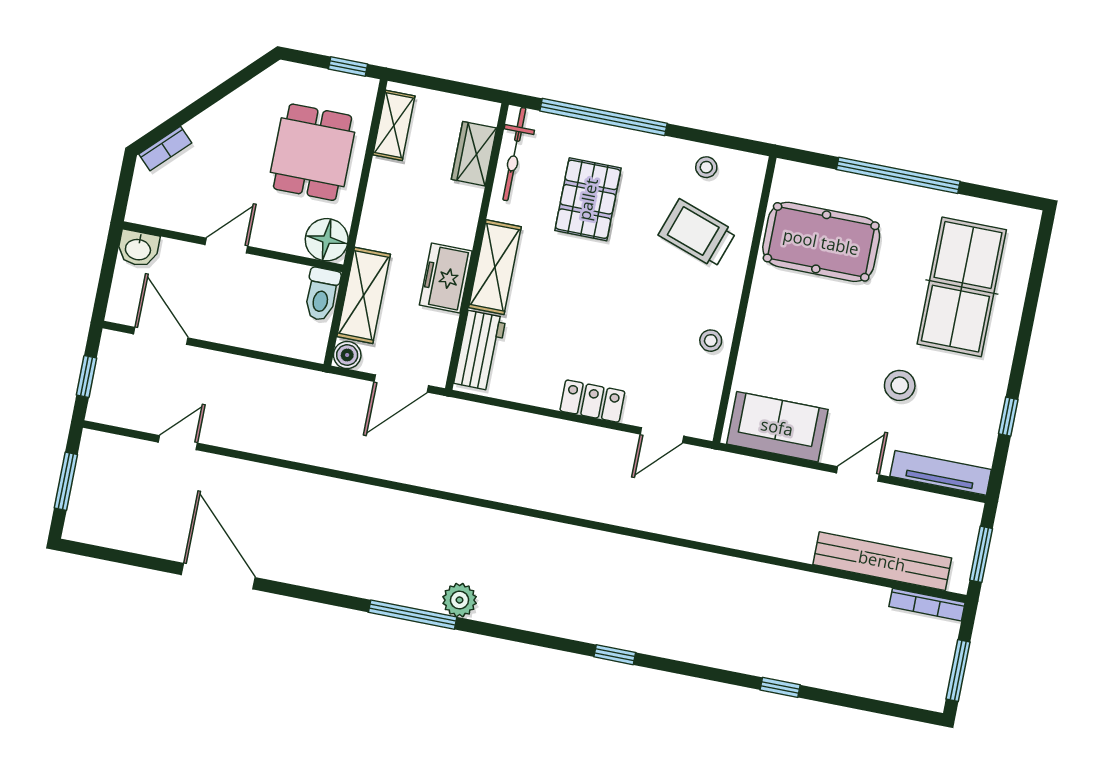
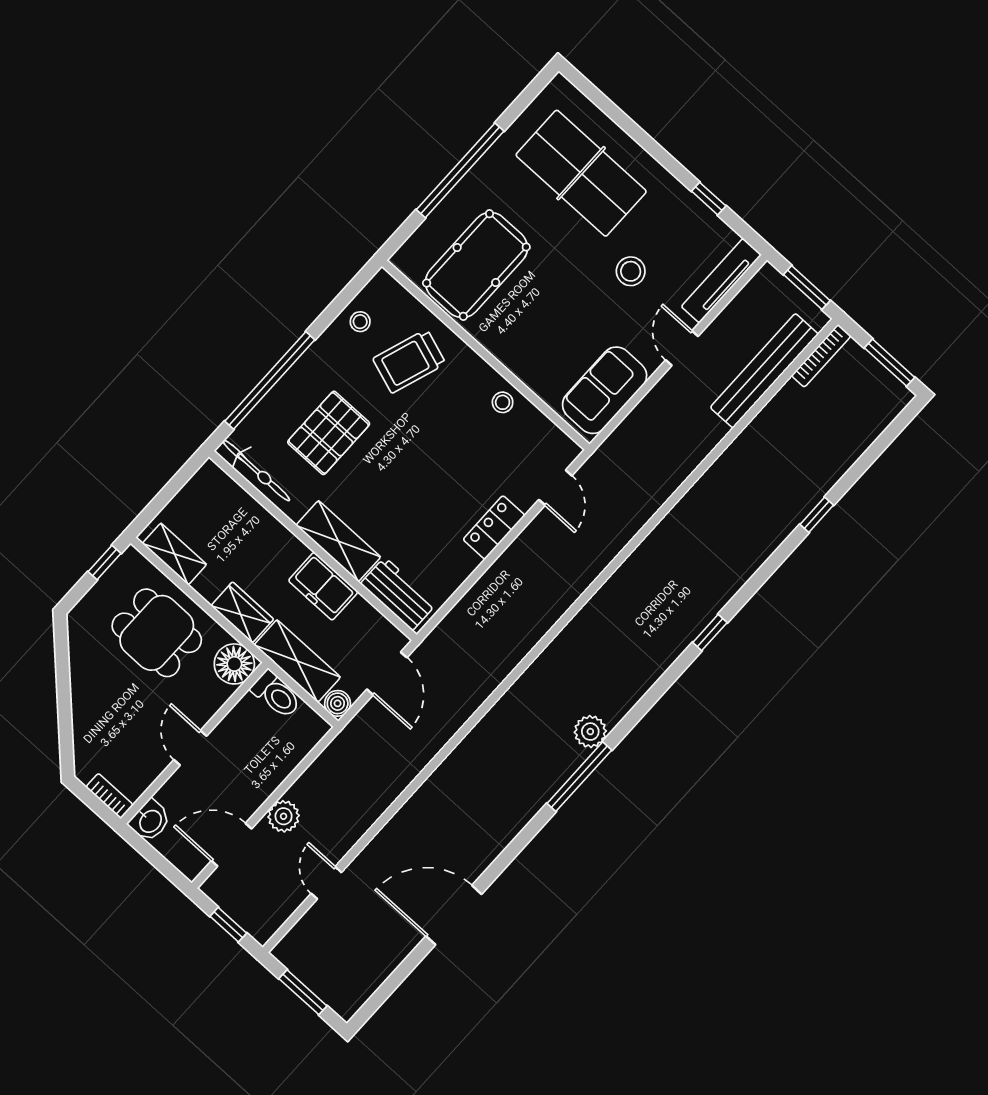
bookcase: (165, 148) -> (110, 796), moved, turned -45
wardrobe: (474, 154) -> (242, 612), moved, turned 180
pallet: (588, 199) -> (329, 433), turned 90
plant: (215, 368) -> (284, 816), added

